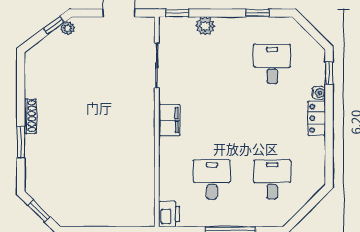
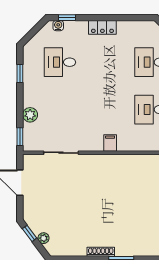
plant: (68, 28) -> (43, 238), moved
water cooler: (319, 93) -> (58, 26), moved
filing cabinet: (169, 120) -> (110, 143), width x0.50

